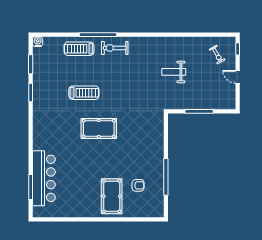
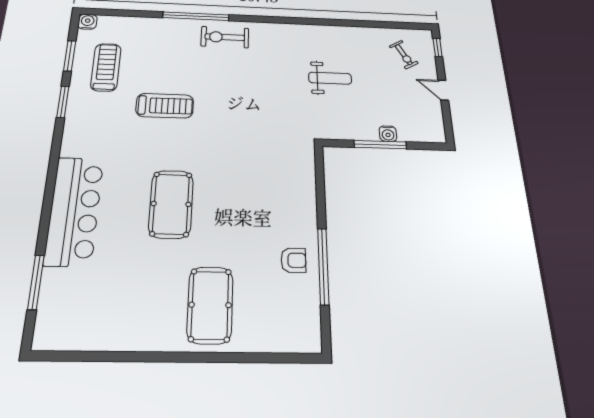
treadmill: (79, 49) -> (106, 67), moved, turned 90
weight bench: (174, 72) -> (330, 78), turned 180
water cooler: (204, 105) -> (388, 134), added
pool table: (99, 128) -> (171, 204), moved, turned 90
bar counter: (44, 178) -> (74, 211), moved
armchair: (138, 185) -> (293, 260), moved

